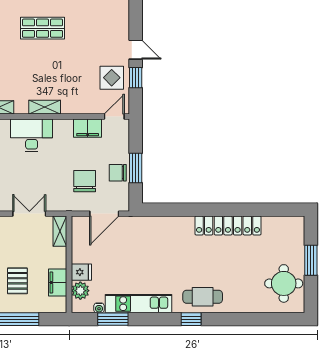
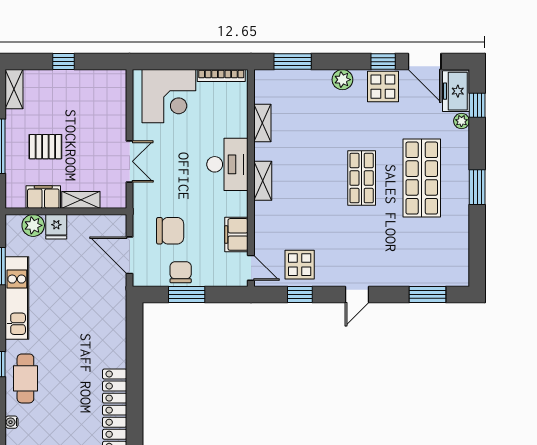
door: (136, 50) -> (357, 295), moved
shelving: (60, 231) -> (81, 200), moved
water cooler: (99, 308) -> (12, 422), moved

